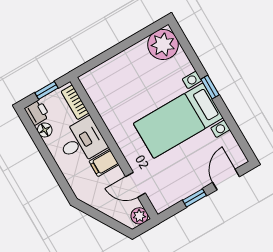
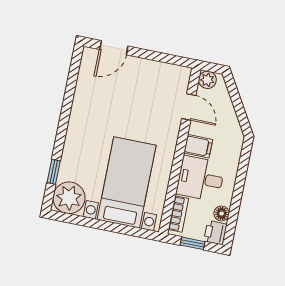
window: (210, 87) -> (54, 172), moved
bed with nightstands: (178, 121) -> (127, 182), moved, turned -90
window: (194, 198) -> (152, 55), removed

